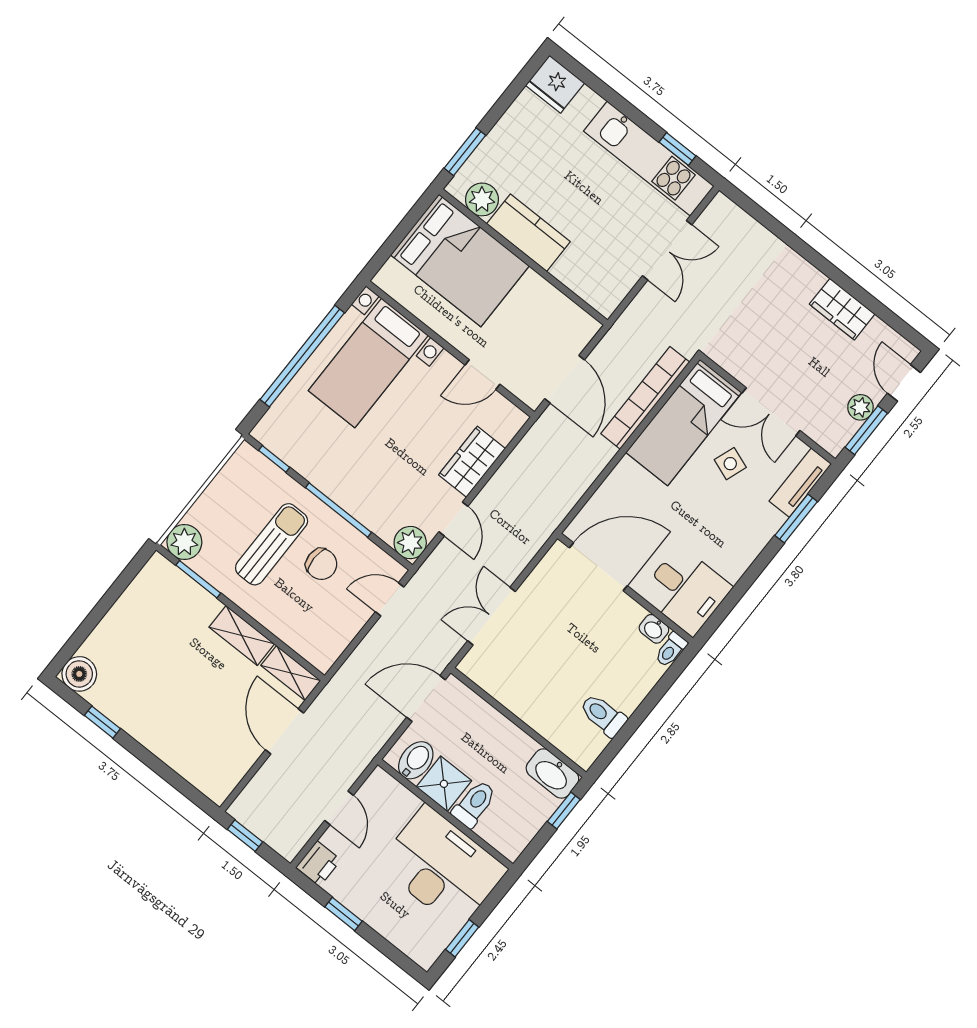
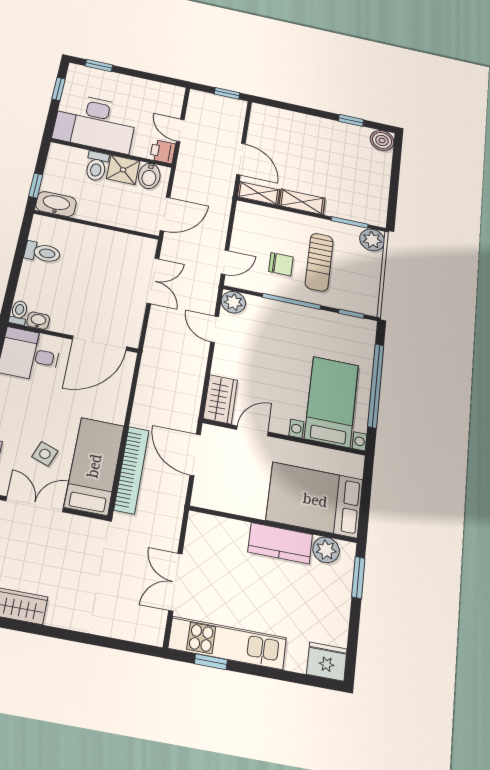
wardrobe: (472, 462) -> (220, 399), moved
chair: (321, 564) -> (281, 264), turned 180
printer: (318, 864) -> (163, 152), moved
window: (344, 914) -> (99, 65), moved

